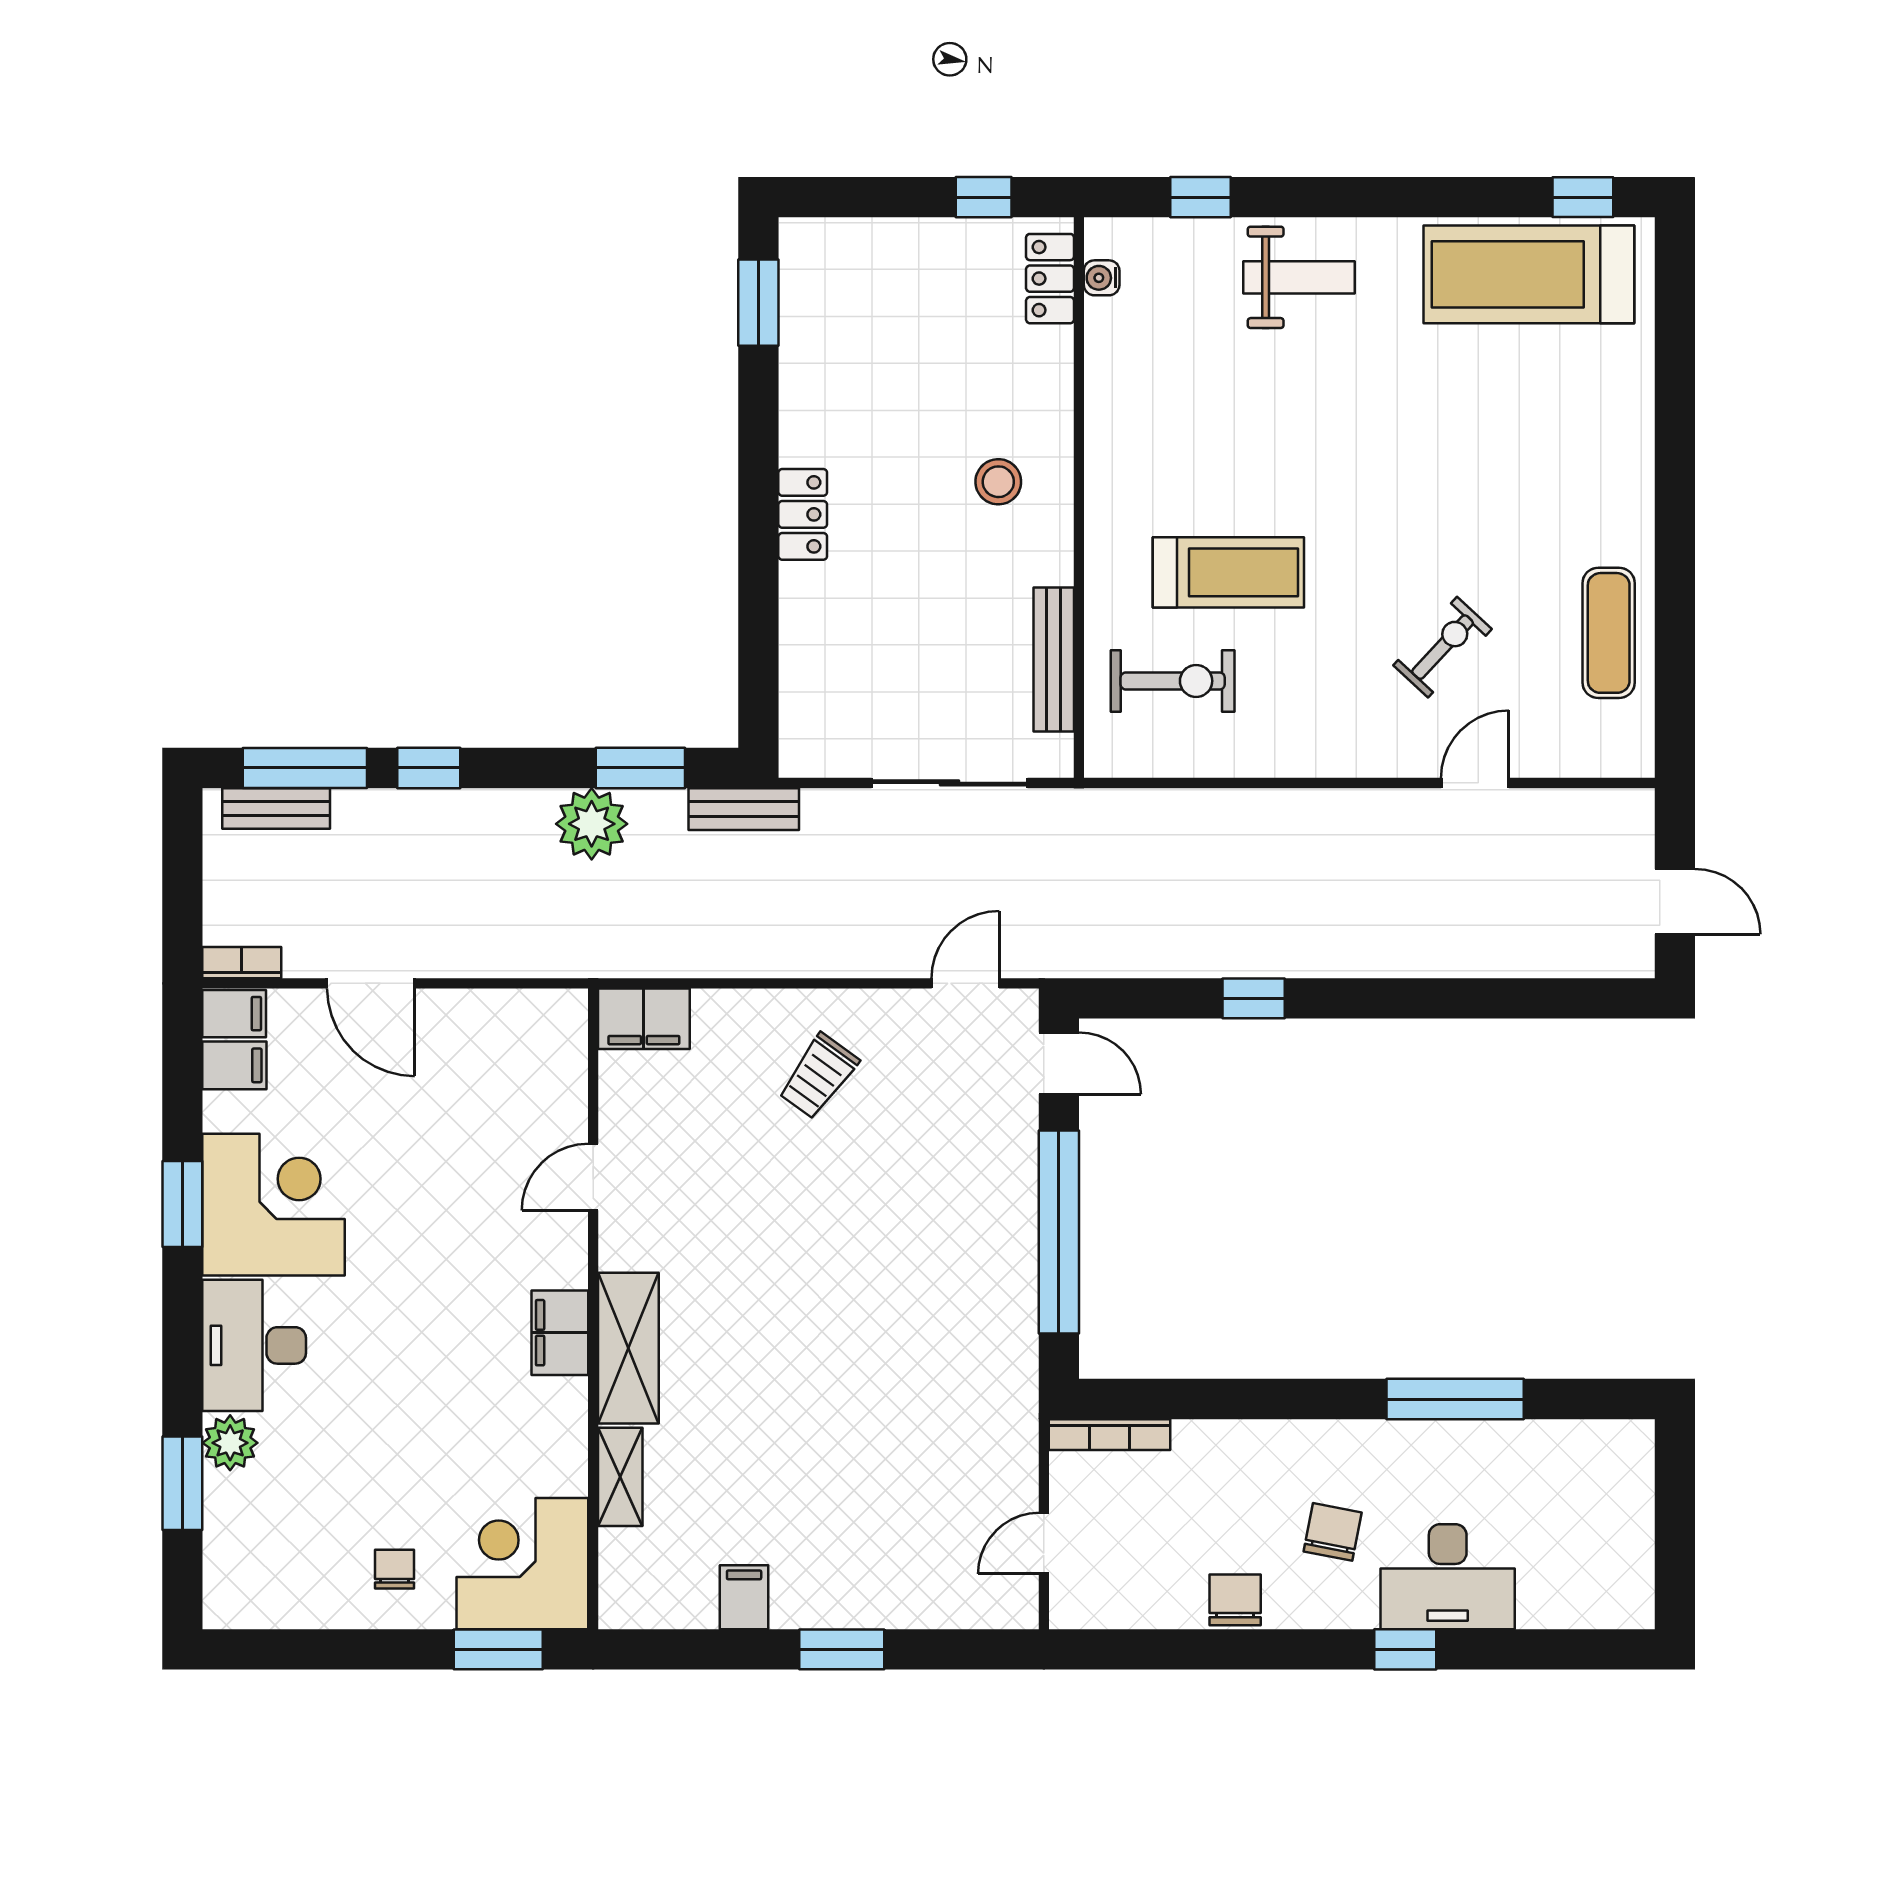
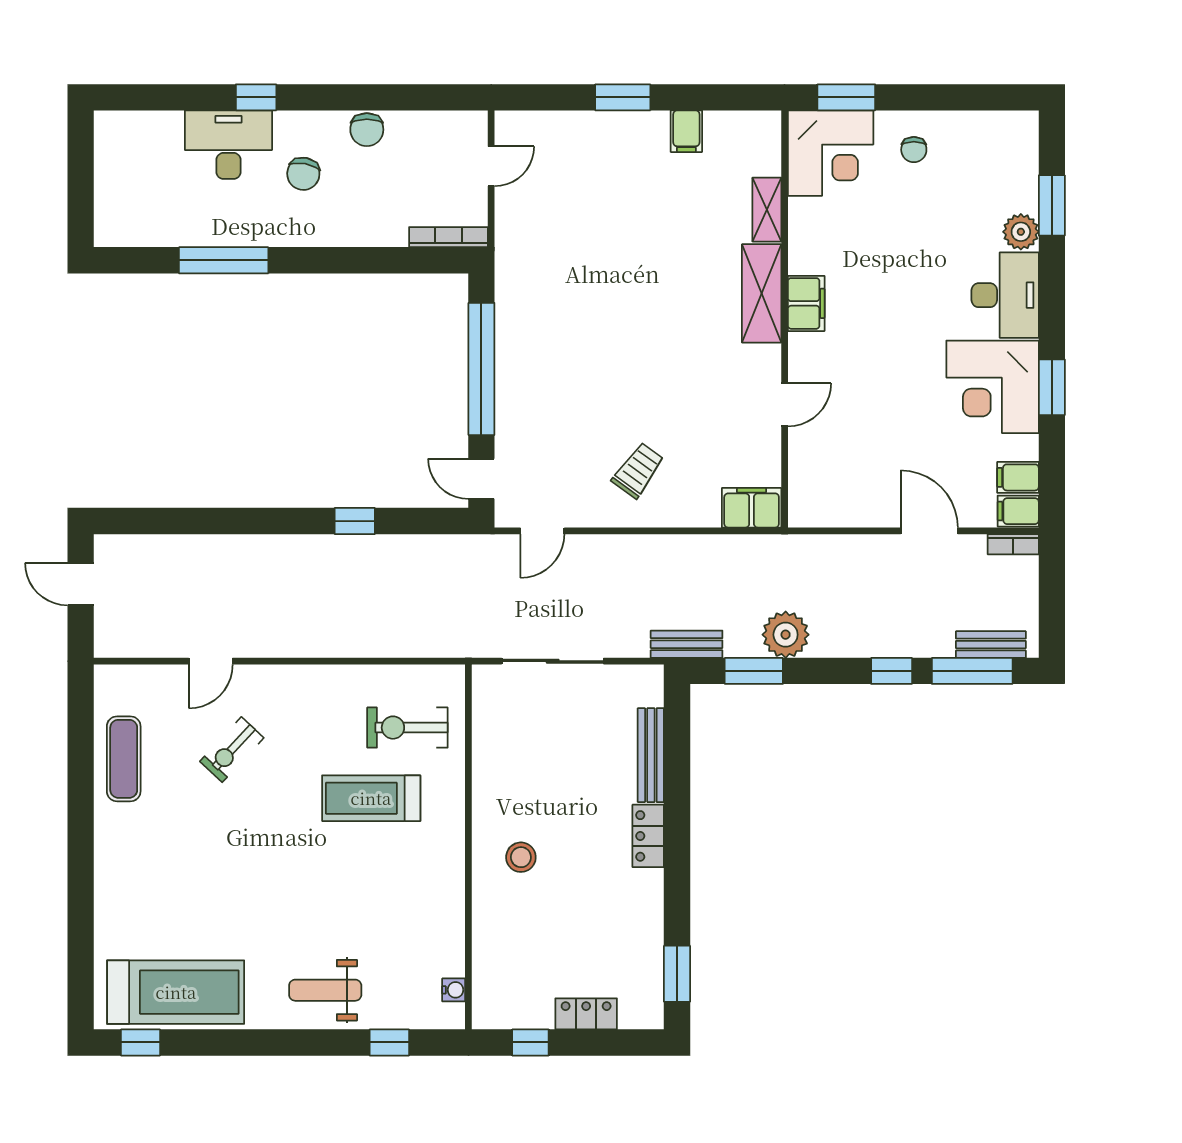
locker: (1050, 279) -> (586, 1014), moved, turned -90
bench: (1054, 660) -> (651, 755), moved

